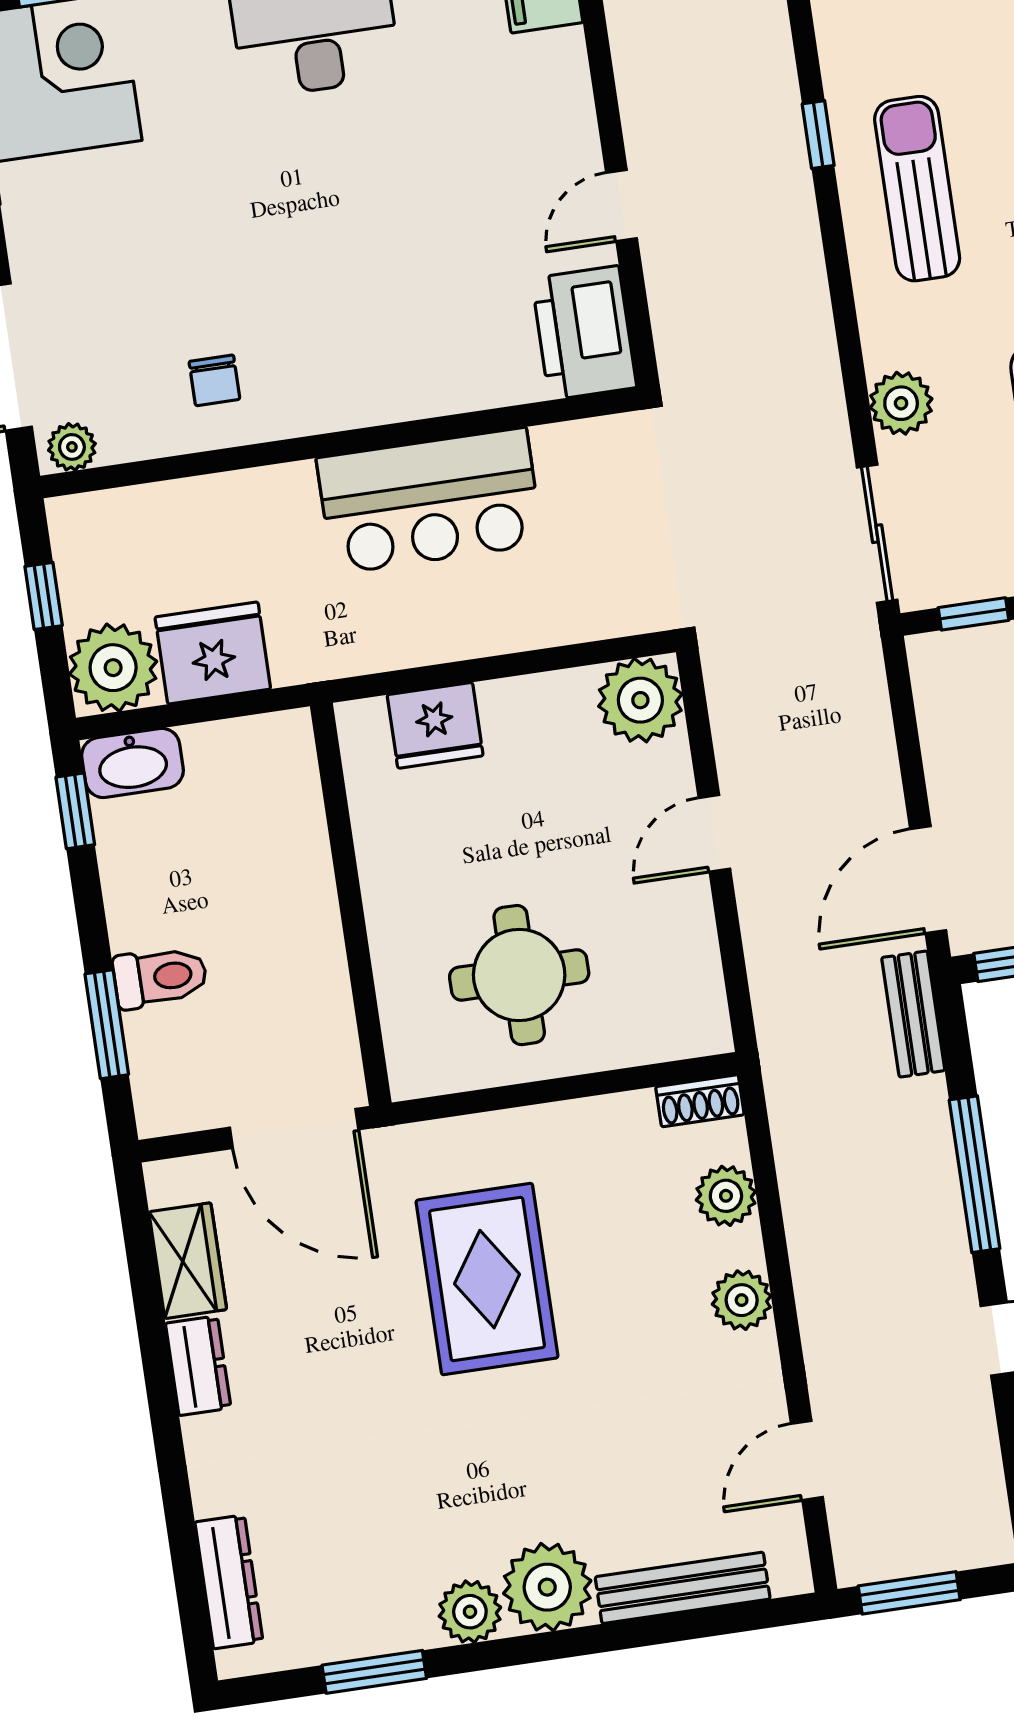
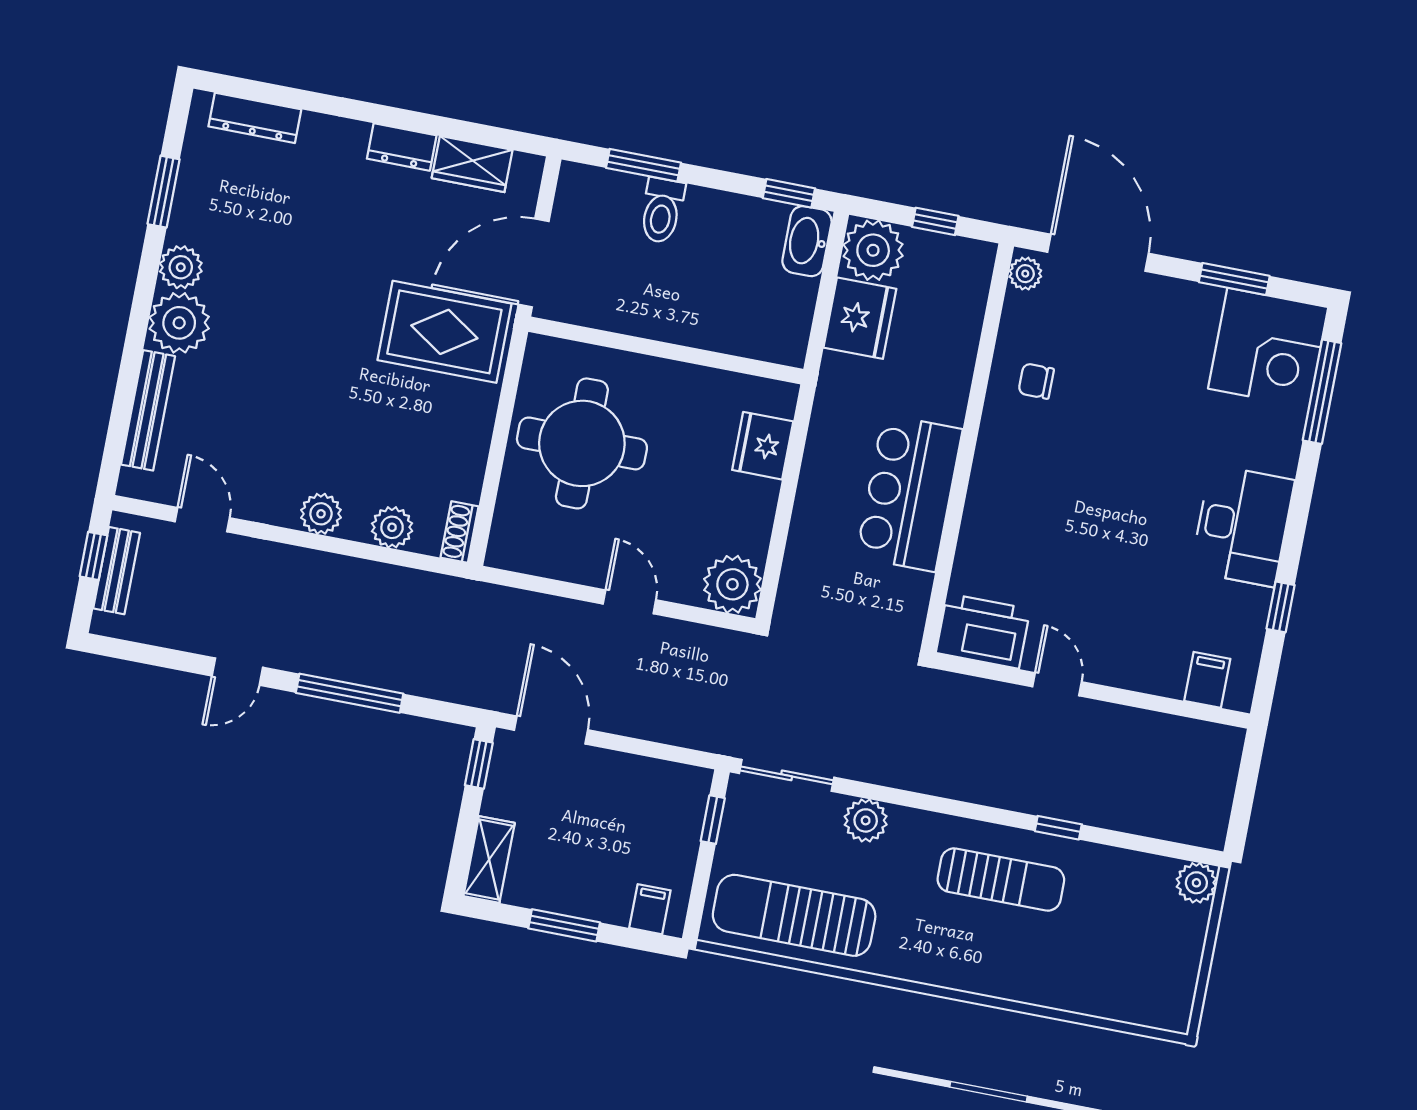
round table: (519, 975) -> (582, 443), width x1.36, depth x1.36
bench: (913, 1014) -> (117, 571), moved, turned 90
rug: (487, 1279) -> (444, 332), moved
window: (909, 1593) -> (93, 556), width x0.67

